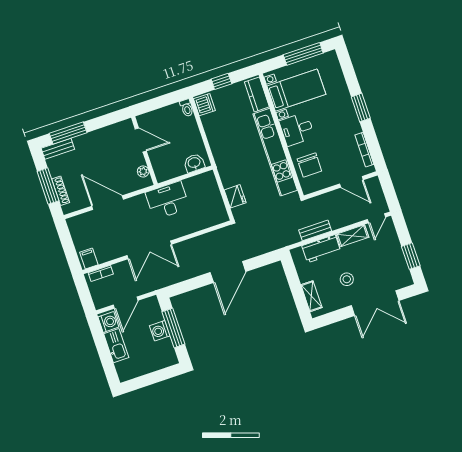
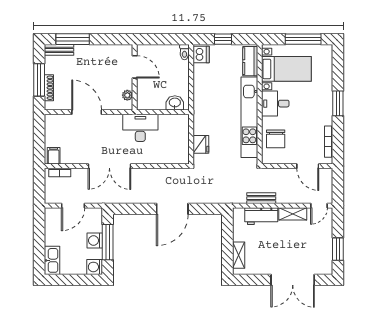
stool: (347, 279) -> (275, 251), removed
washing machine: (108, 322) -> (95, 267), moved, turned 180
kitchen sink: (116, 346) -> (52, 260), moved

